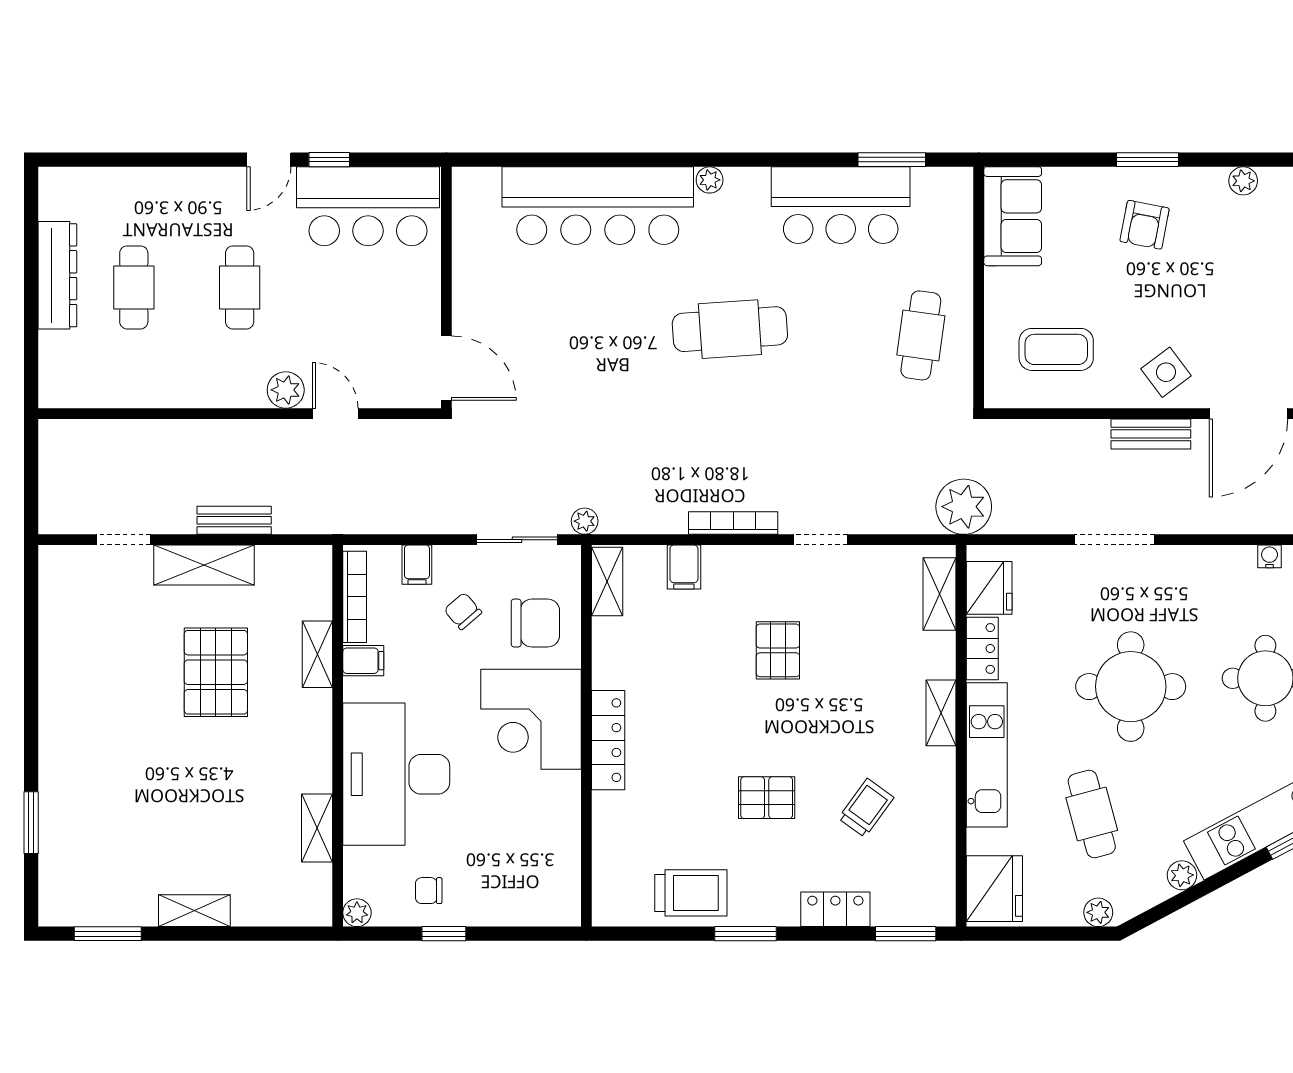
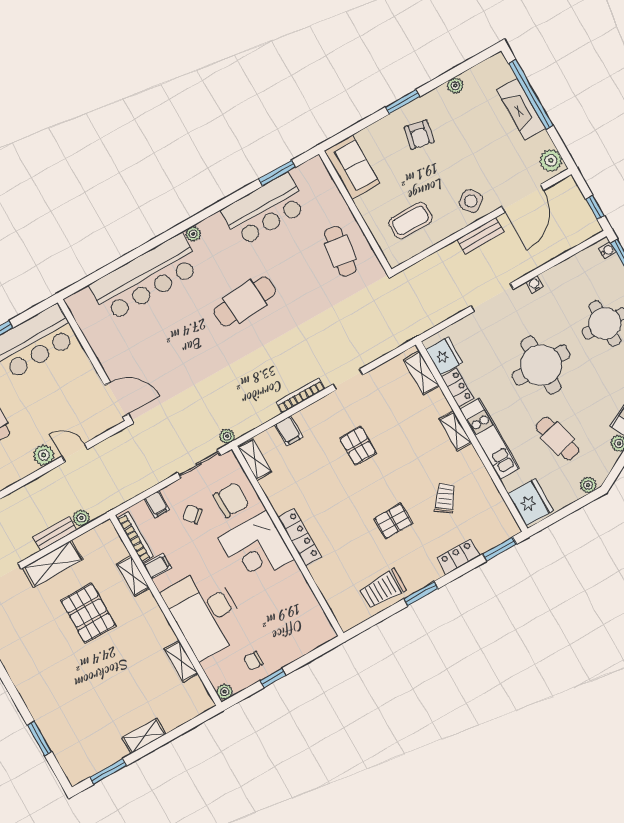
plant: (964, 507) -> (81, 518), moved, width x0.53, depth x0.53
water cooler: (1270, 556) -> (535, 284), moved
trolley: (691, 893) -> (383, 589), turned 180

